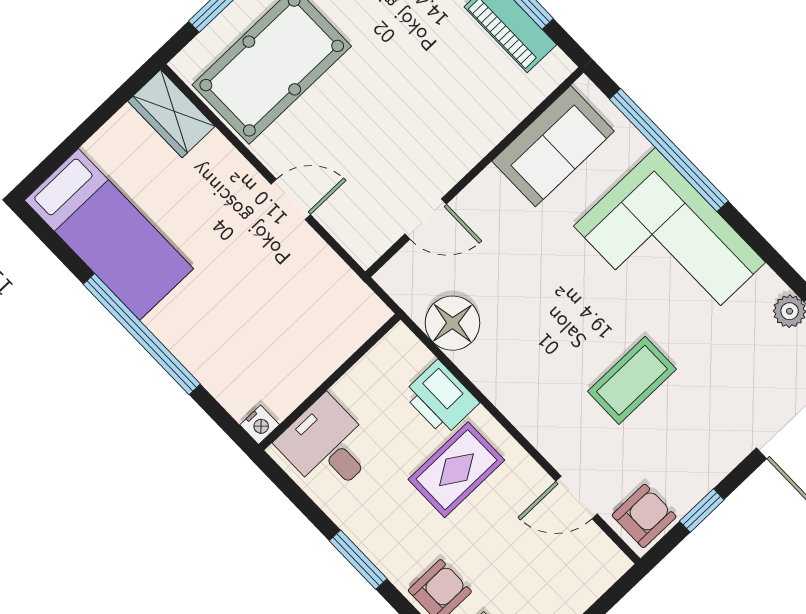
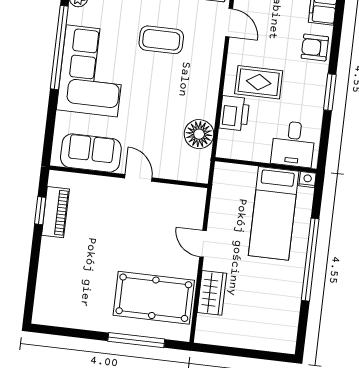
wardrobe: (171, 114) -> (212, 293), moved
window: (669, 150) -> (59, 47), moved
door: (426, 219) -> (138, 178), moved
bed: (109, 234) -> (274, 213), moved, turned 180

